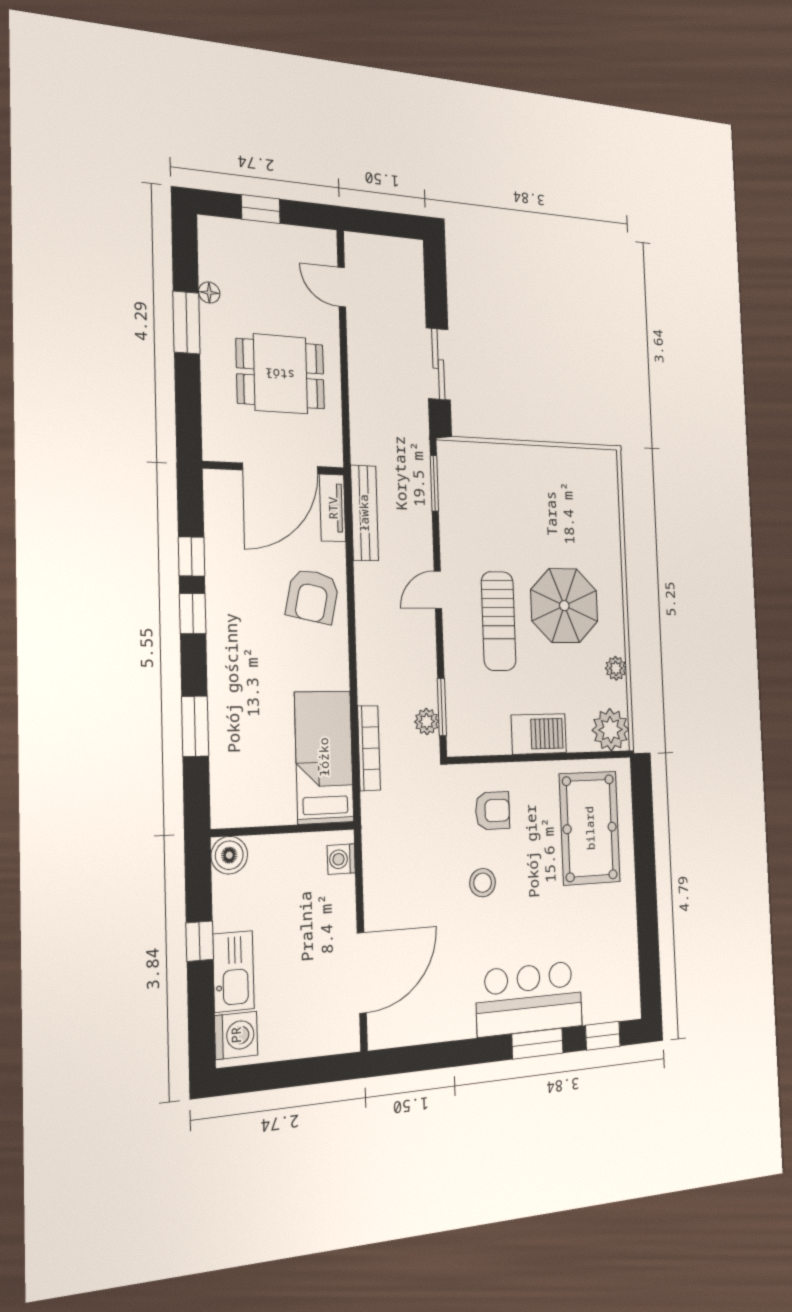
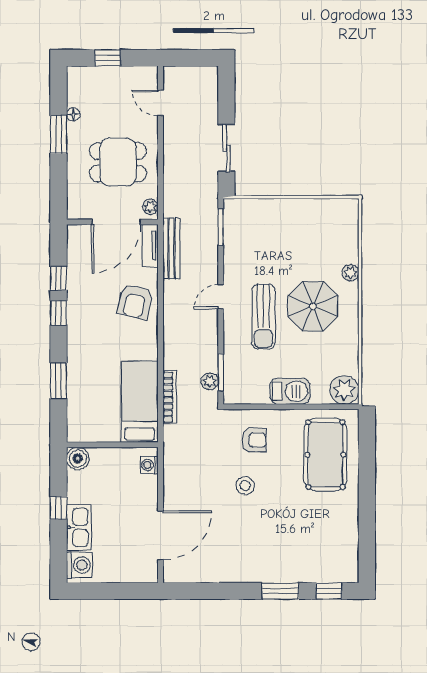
plant: (331, 447) -> (150, 207), added
plant: (616, 668) -> (351, 273), moved
bar counter: (529, 999) -> (276, 562), removed

